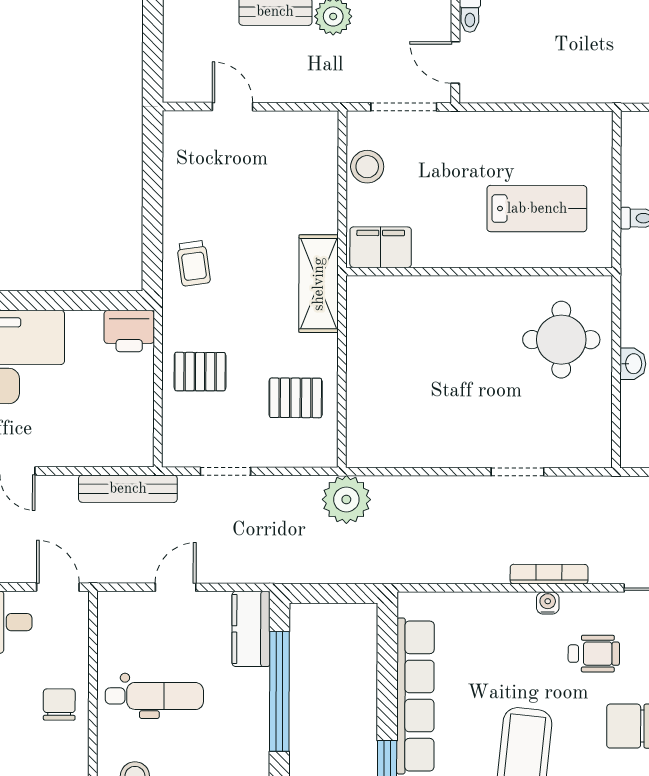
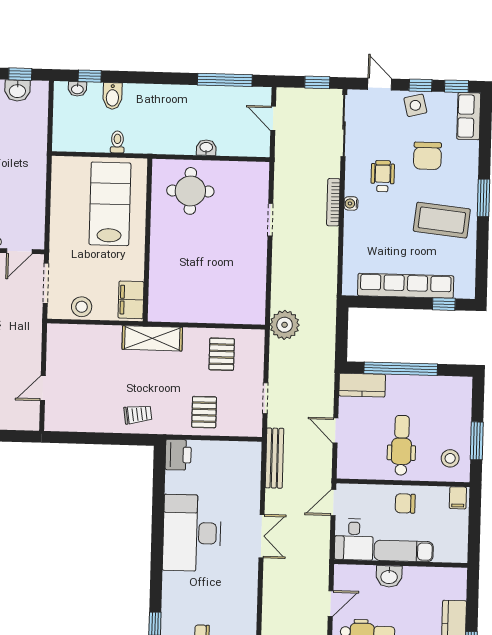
lab bench: (537, 209) -> (110, 204), width x1.36, depth x1.39

